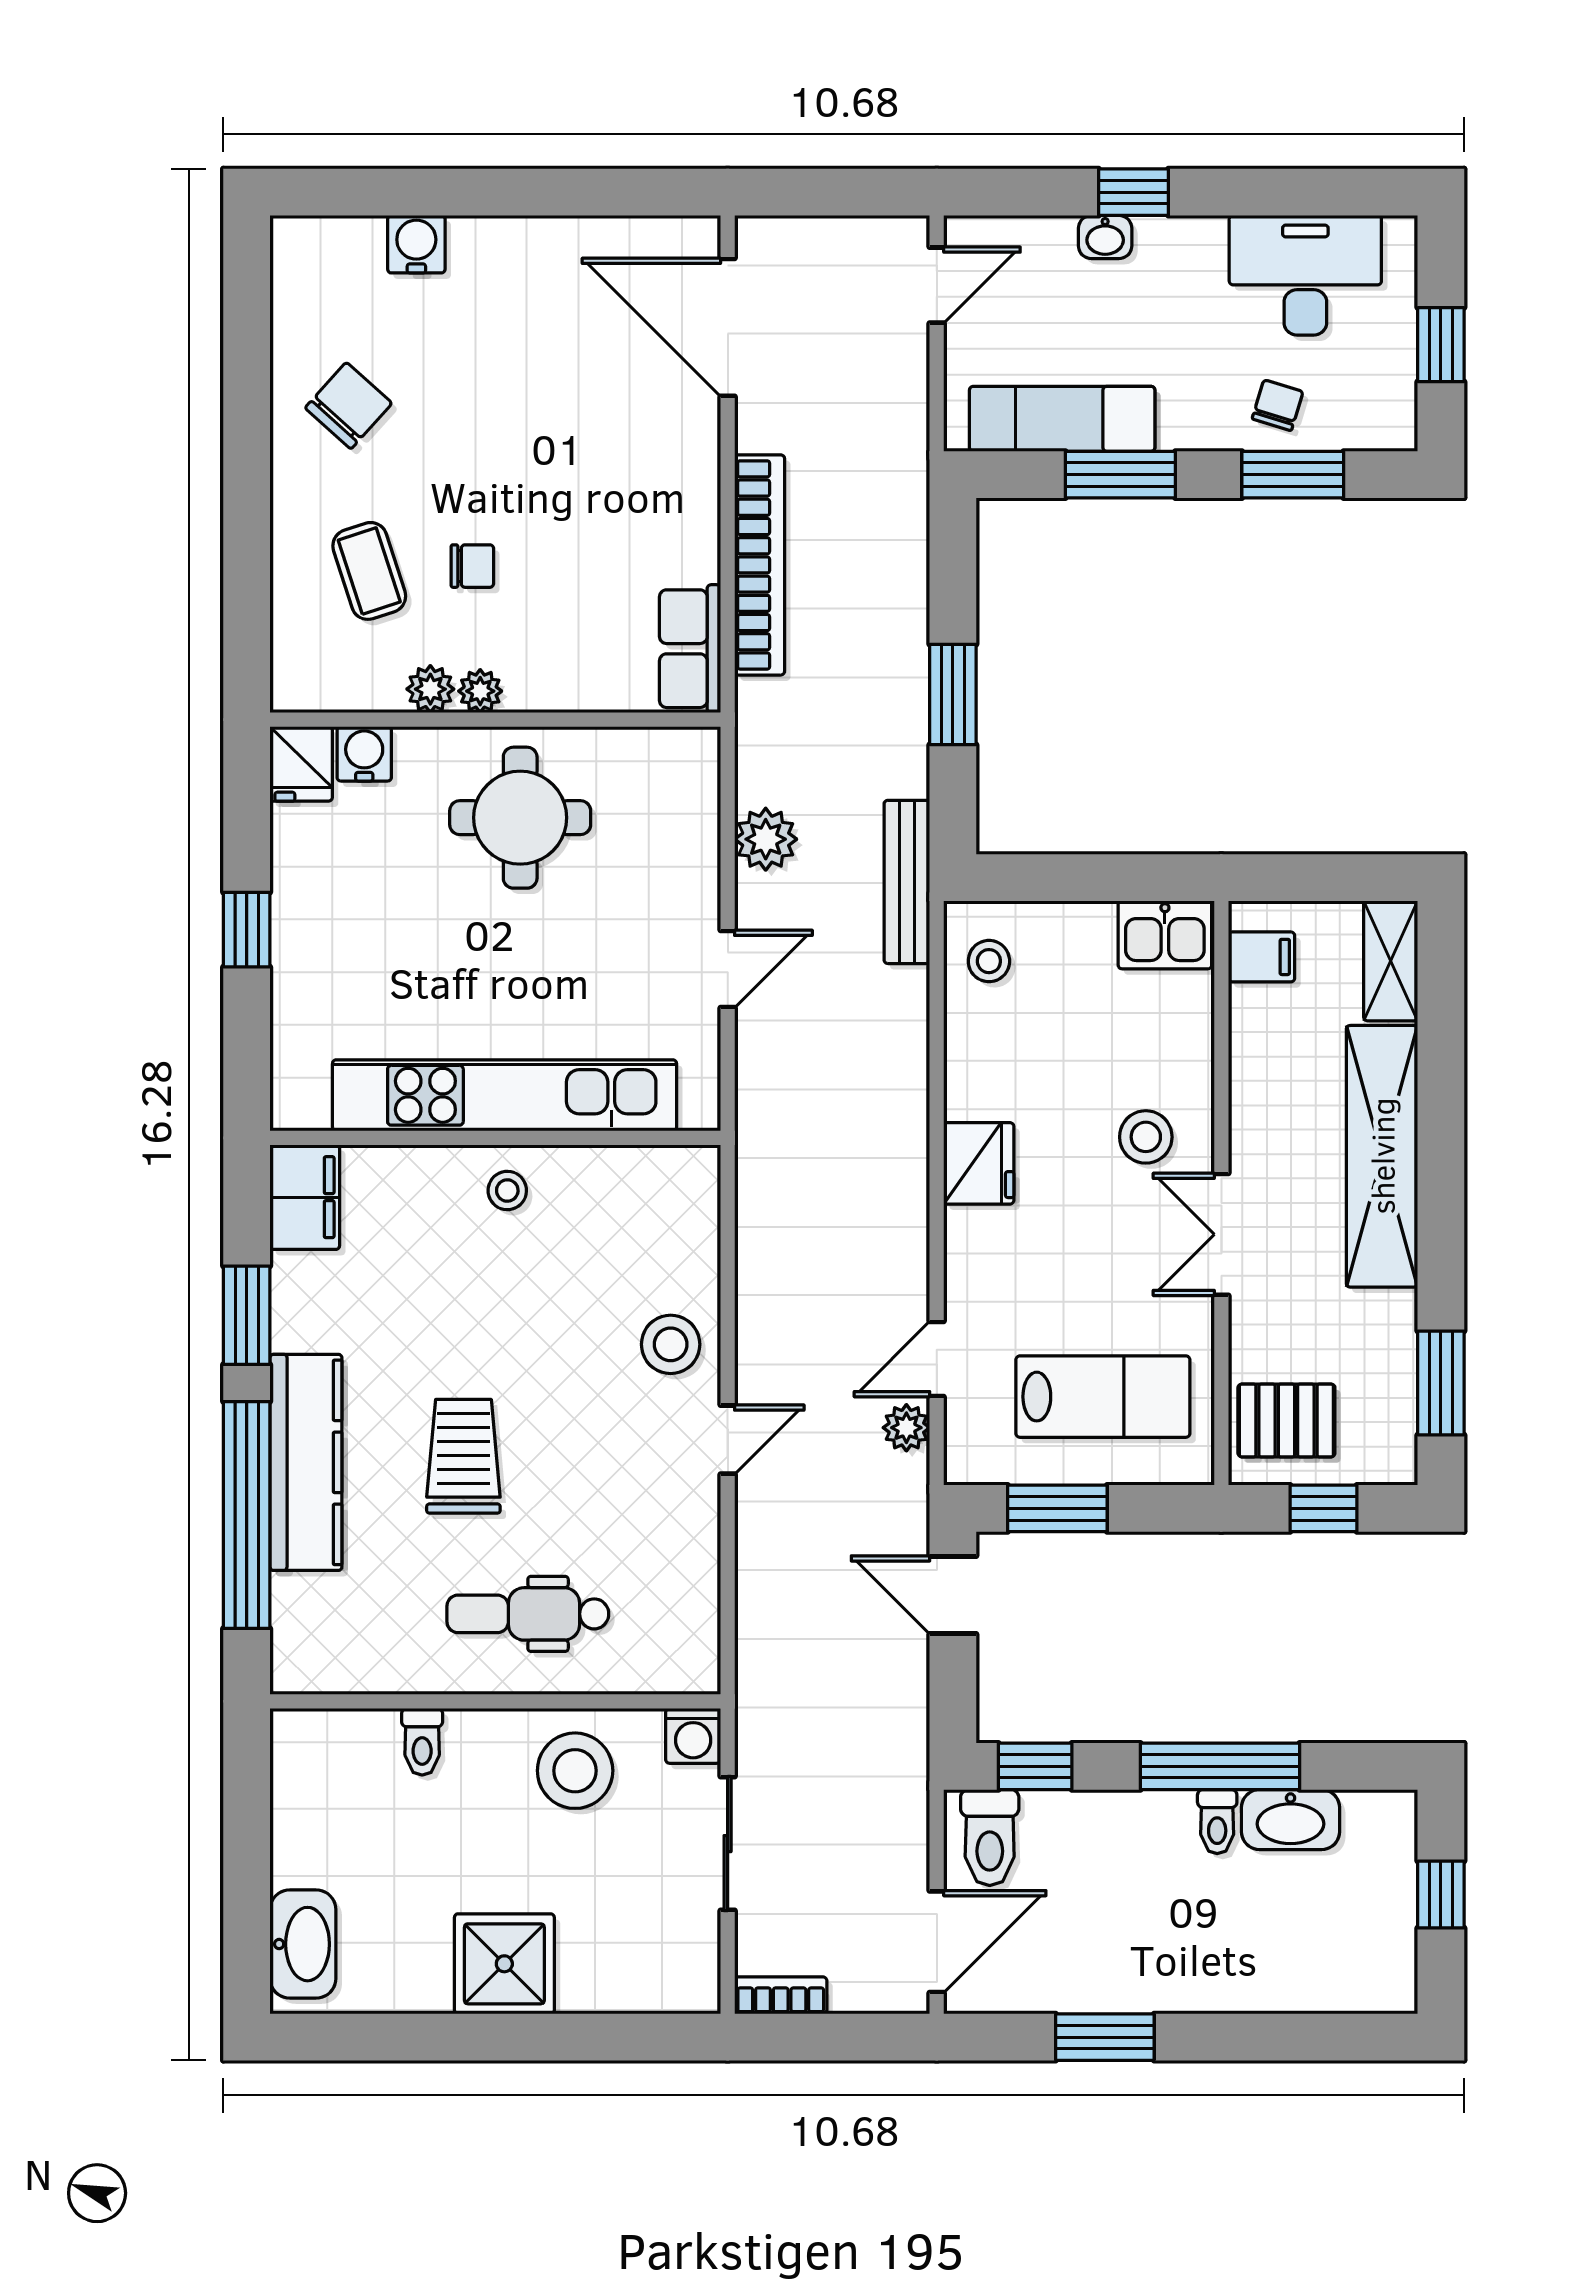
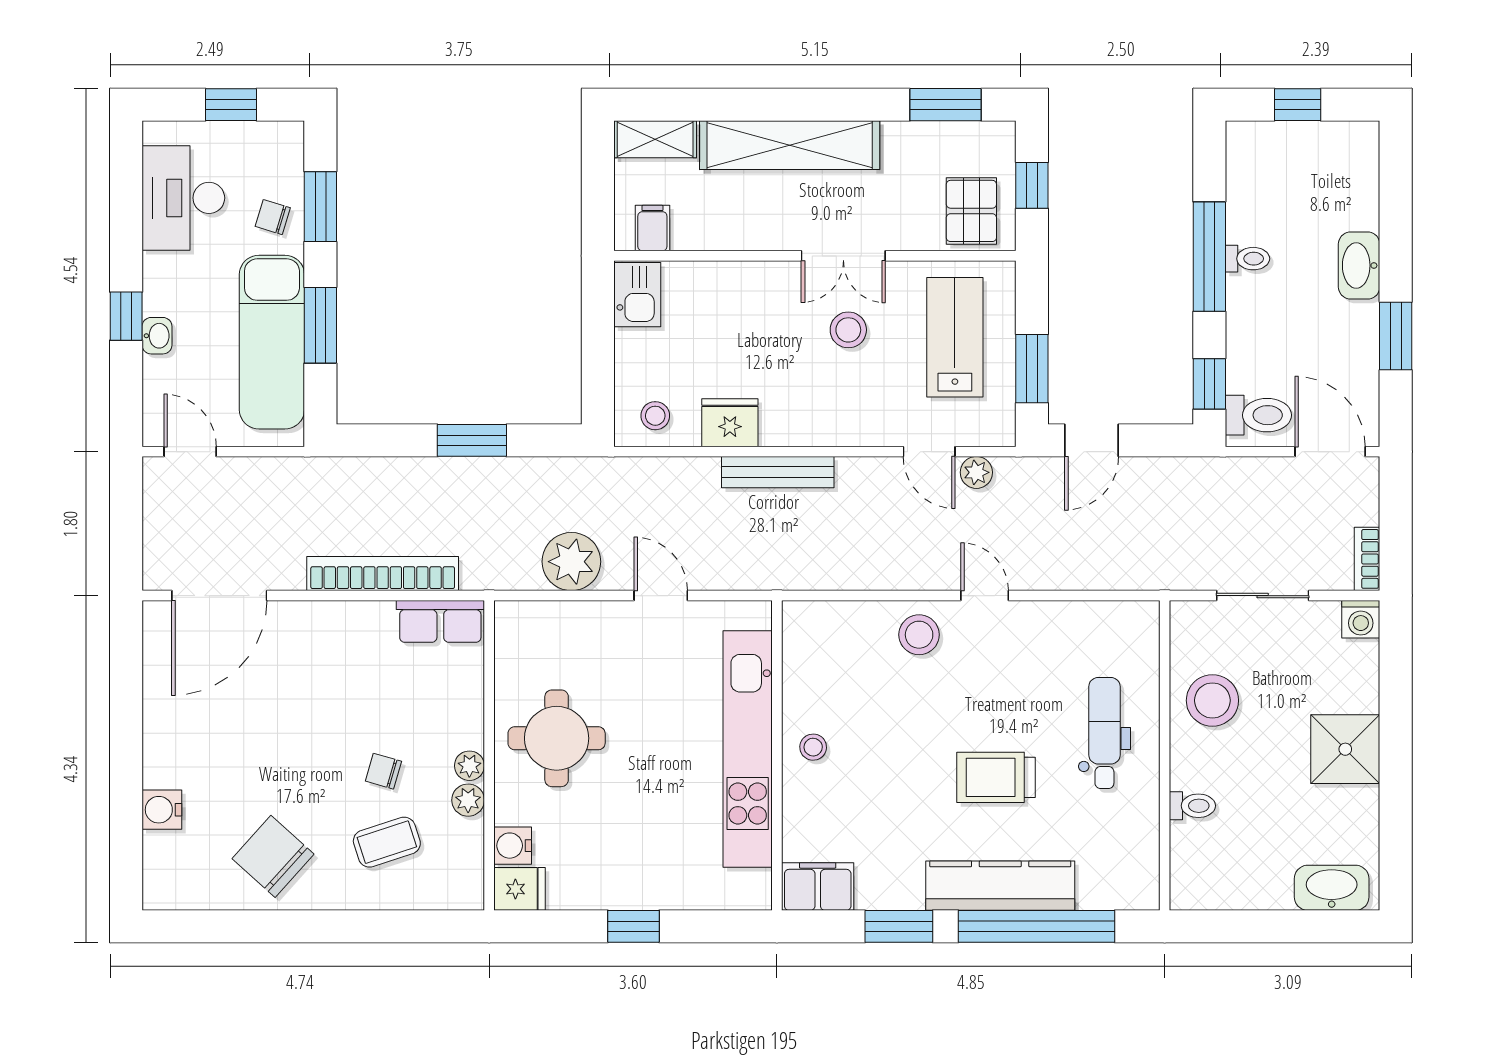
chair: (349, 406) -> (273, 856), width x1.37, depth x1.37
exam couch: (1062, 419) -> (272, 342), width x1.36, depth x1.45
chair: (472, 566) -> (383, 771), turned -74
plant: (766, 839) -> (571, 562), width x1.36, depth x1.36
bench: (907, 882) -> (778, 472), moved
stool: (1146, 1137) -> (848, 330), moved
fridge: (979, 1163) -> (730, 423), moved
dental chair: (528, 1614) -> (1104, 733), turned 180
washing machine: (693, 1736) -> (1361, 619), moved, turned 90
washbasin: (1291, 1820) -> (1359, 265), moved, turned 180

